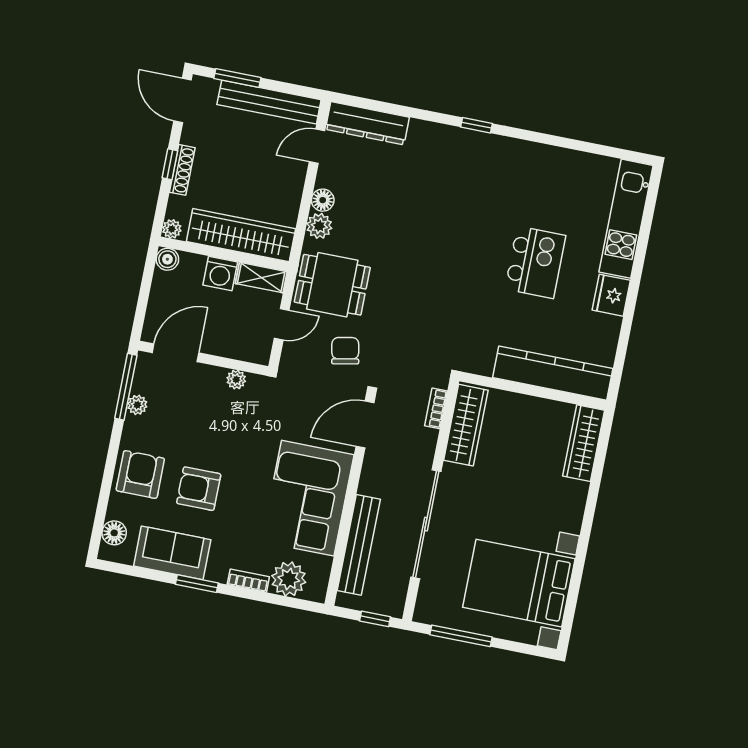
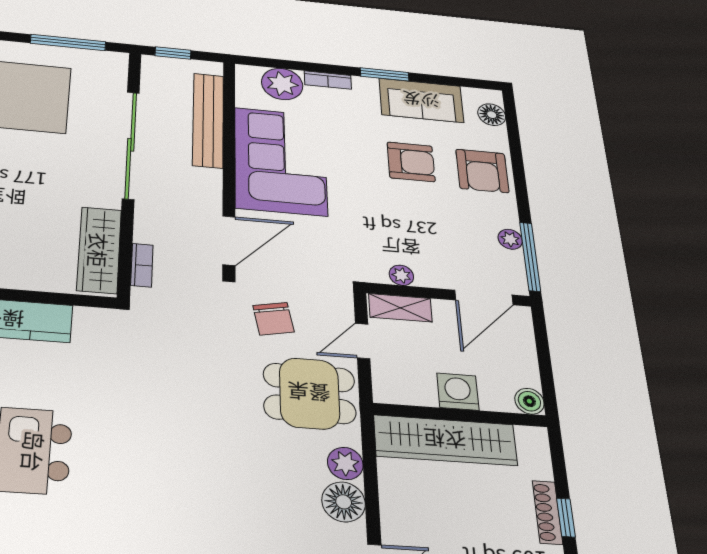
floor lamp: (323, 200) -> (344, 502), width x1.38, depth x1.38
plant: (172, 229) -> (536, 438), removed
shelving: (261, 278) -> (400, 308), moved

